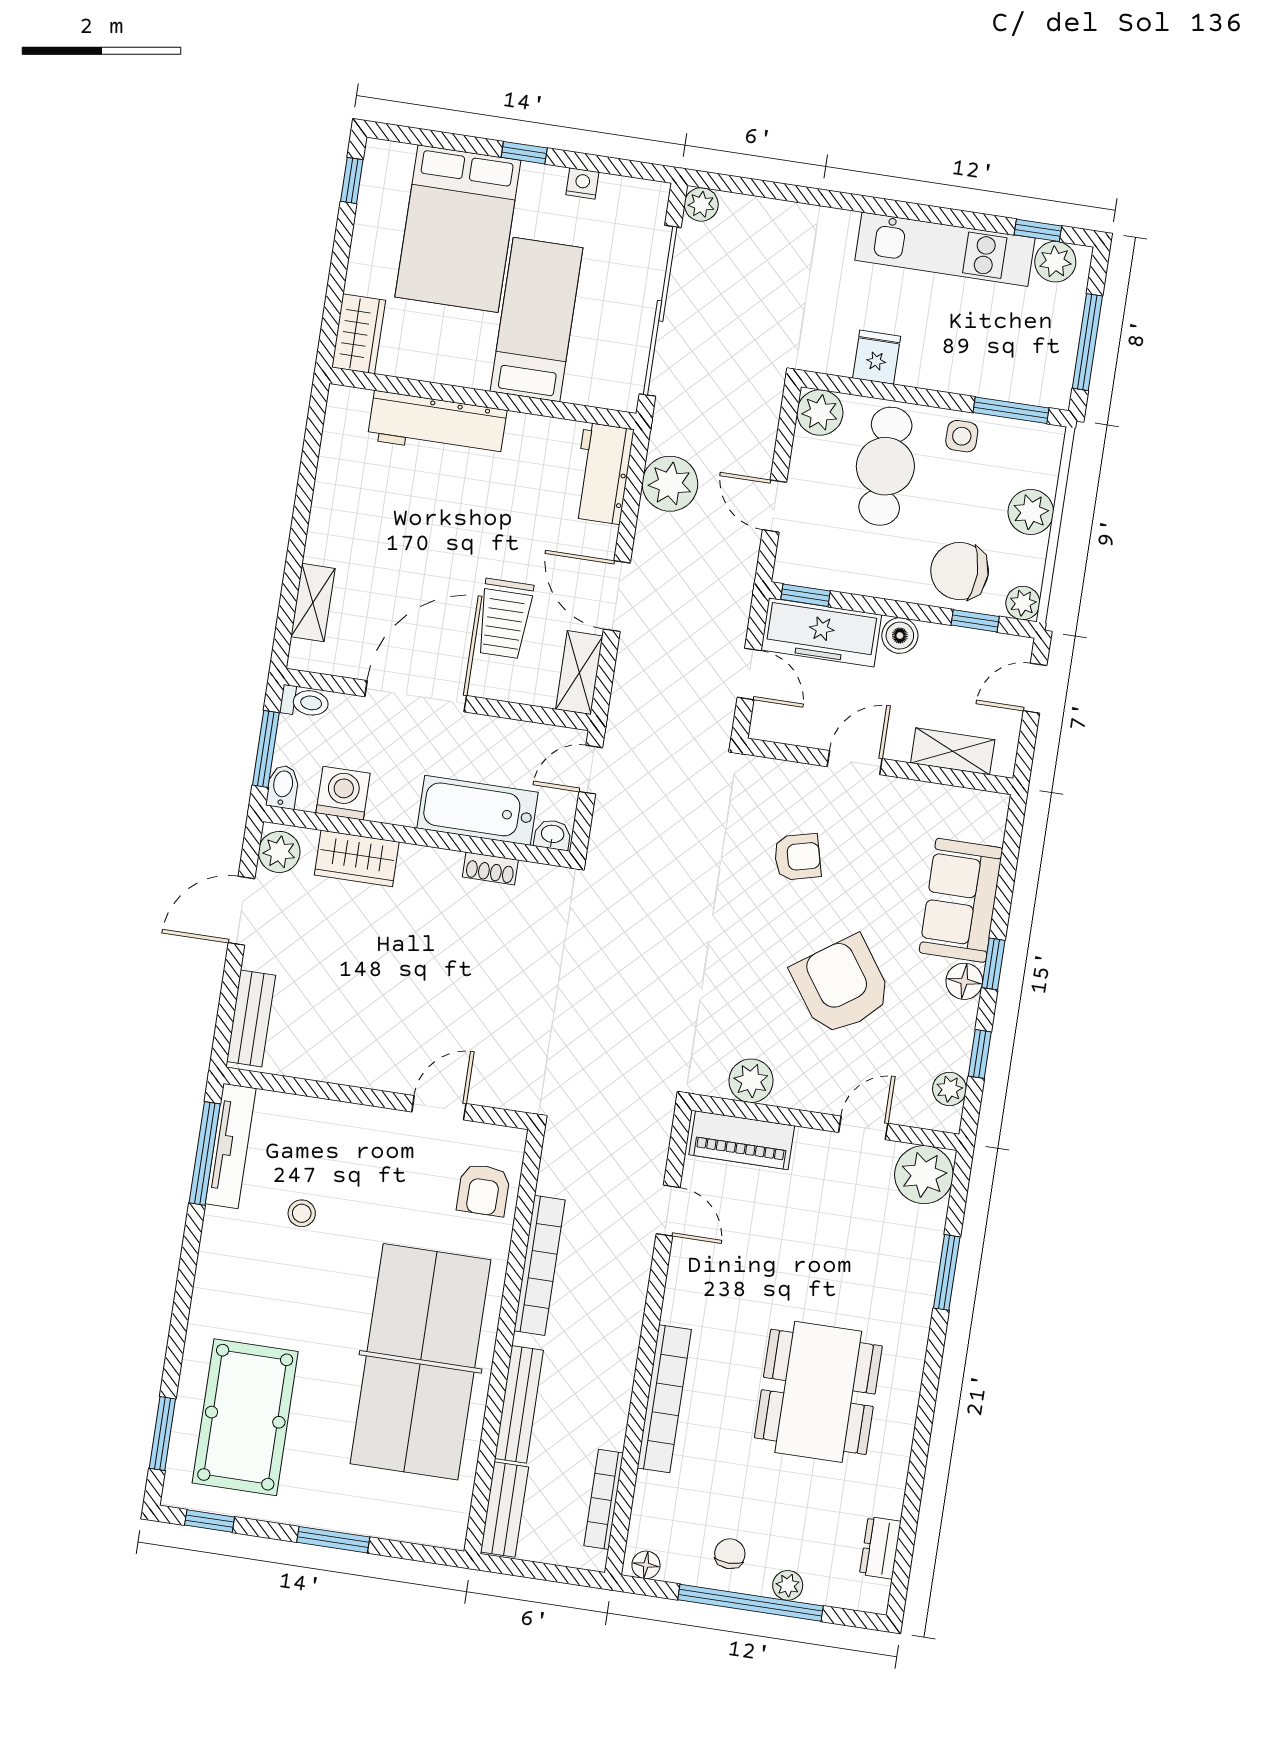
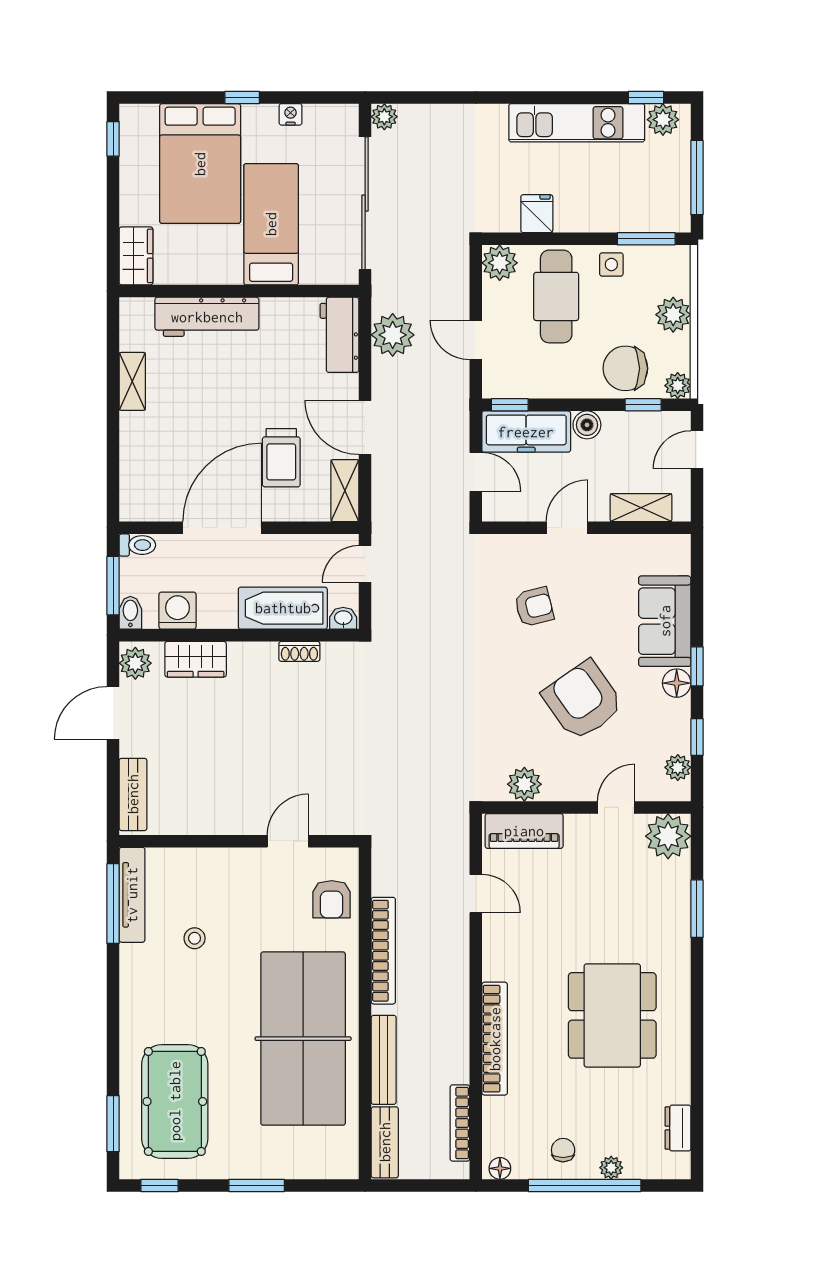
shelving: (313, 603) -> (132, 381), moved

